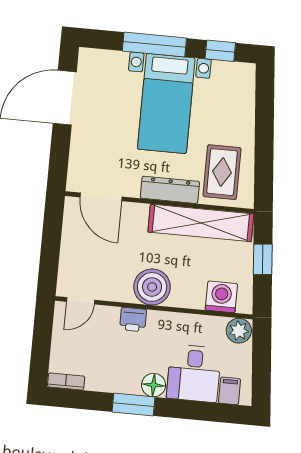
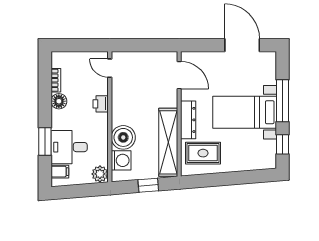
door: (101, 197) -> (179, 75), swing flipped
boiler: (152, 287) -> (123, 137), moved
bookcase: (66, 381) -> (56, 80), moved
floor lamp: (154, 385) -> (59, 101), moved
window: (134, 404) -> (45, 141), moved

